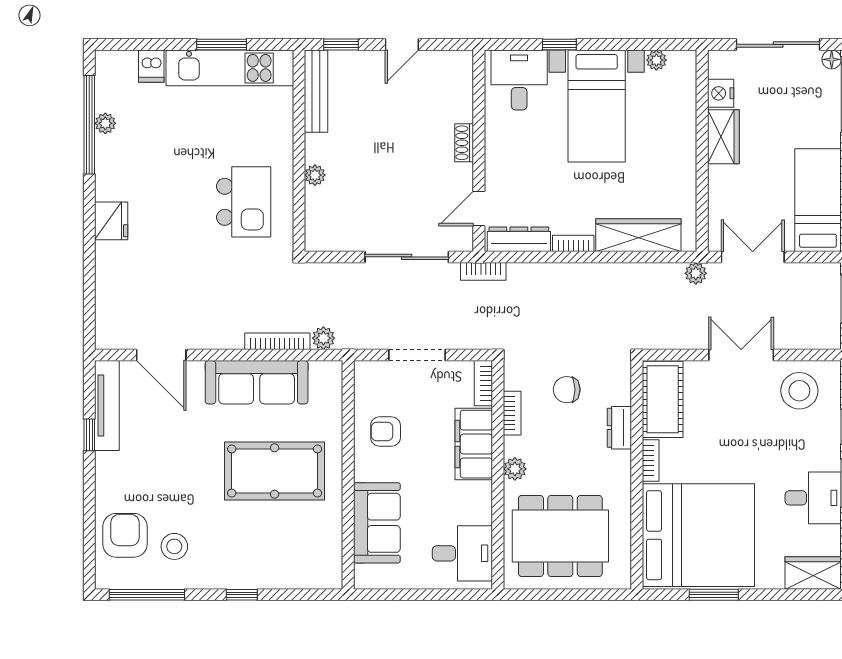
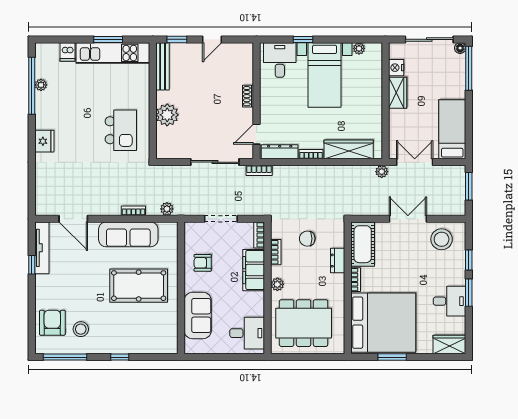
plant: (315, 175) -> (167, 115), width x1.88, depth x1.88
bookcase: (277, 341) -> (133, 211), width x0.64

